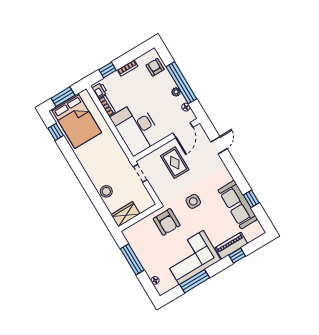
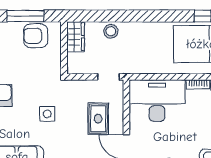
rug: (175, 163) -> (98, 119), turned 90
armchair: (167, 222) -> (36, 36), moved

